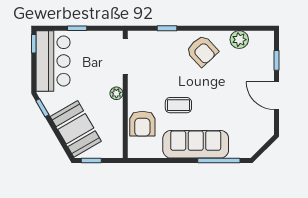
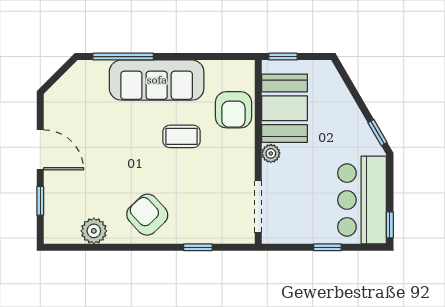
armchair: (142, 124) -> (233, 110), turned 180
booth: (76, 129) -> (285, 108), moved, turned 30
window: (91, 161) -> (283, 57), moved

